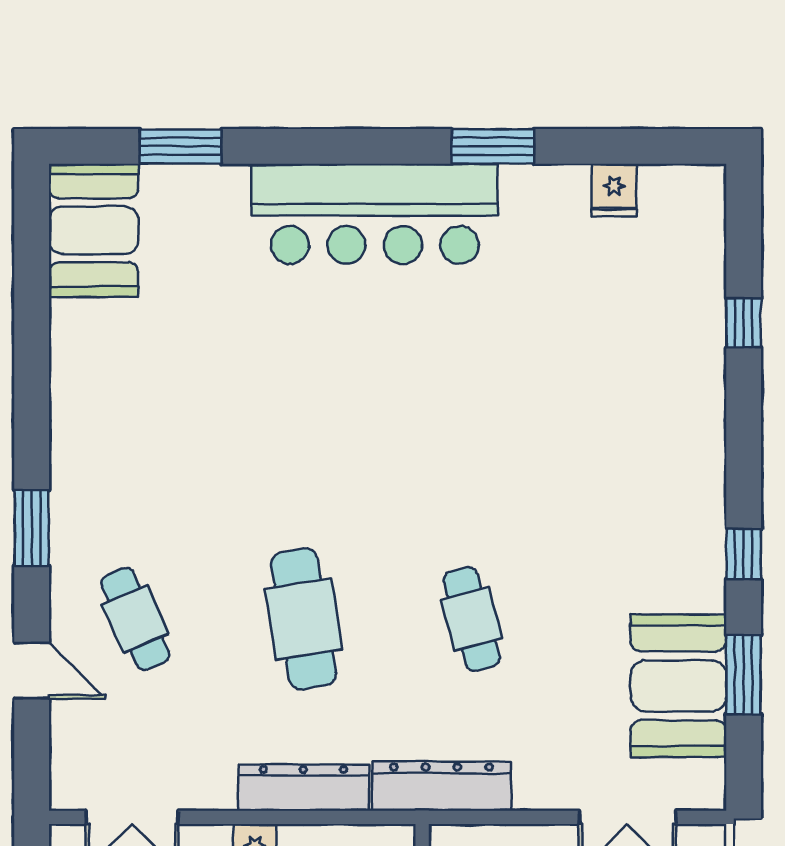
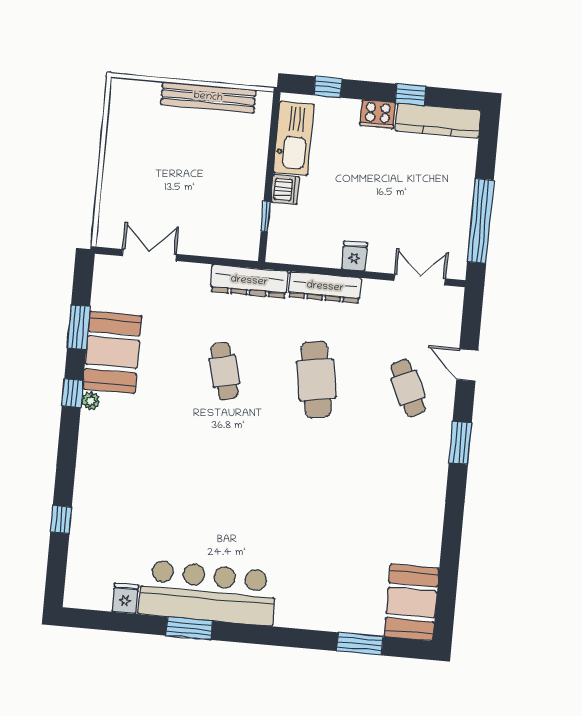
bar counter: (375, 214) -> (208, 593), moved
plant: (709, 543) -> (91, 401), added
booth: (678, 686) -> (112, 352), moved

